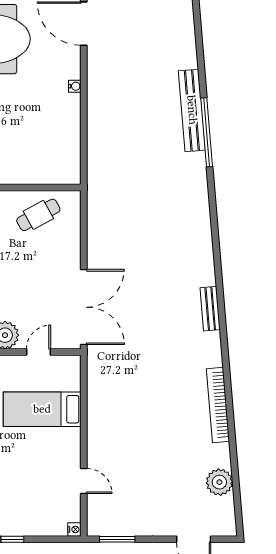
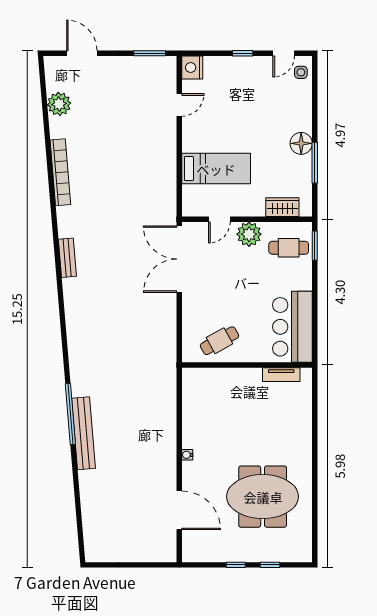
door: (84, 481) -> (179, 105), swing flipped
nightstand: (74, 529) -> (192, 67), width x1.89, depth x1.79

